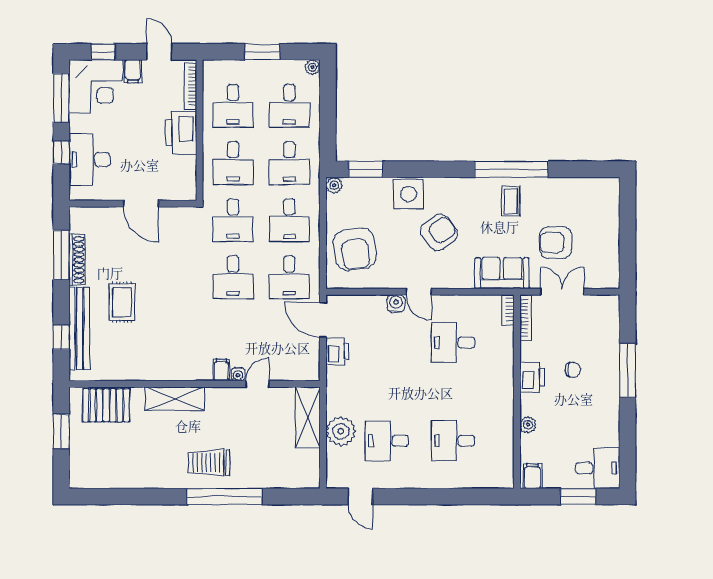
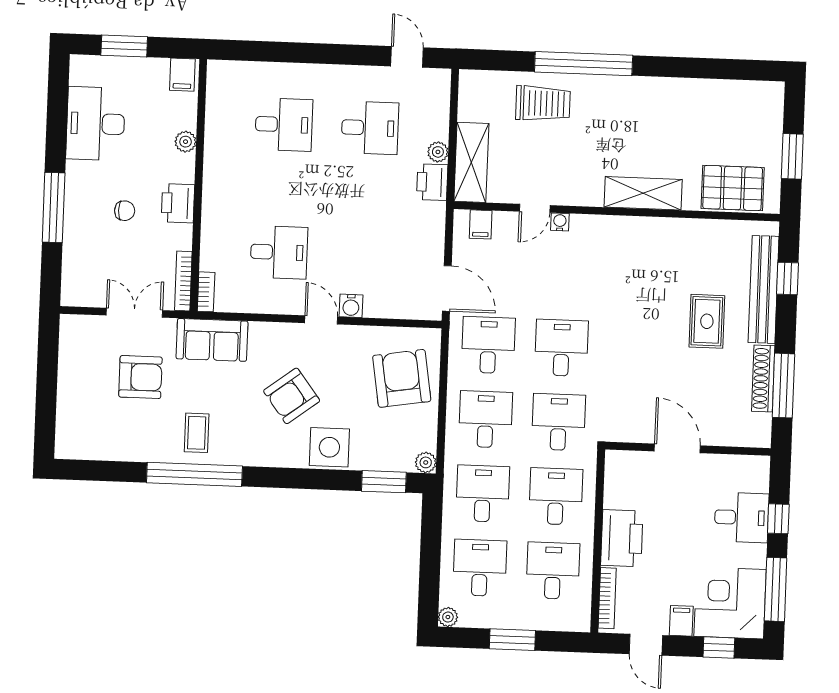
desk: (90, 159) -> (742, 518), width x0.73
double door: (562, 292) -> (134, 313), swing flipped
printer: (337, 351) -> (432, 182), moved
filing cabinet: (221, 370) -> (481, 224), moved
chair: (573, 370) -> (125, 211), turned 180
plant: (341, 431) -> (438, 152), width x0.53, depth x0.53
trolley: (209, 463) -> (543, 103), moved
desk: (598, 468) -> (96, 124), moved, width x1.37

